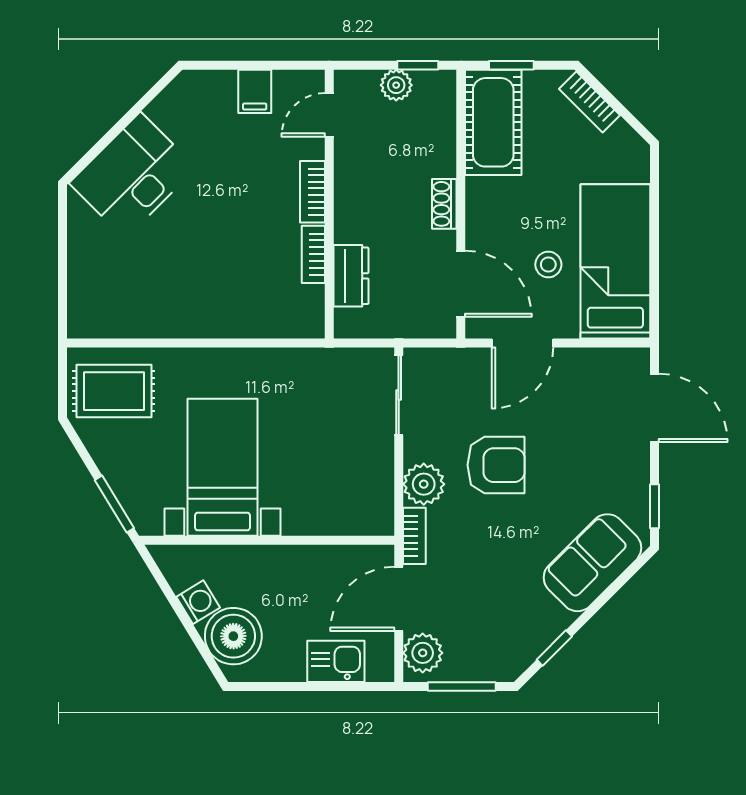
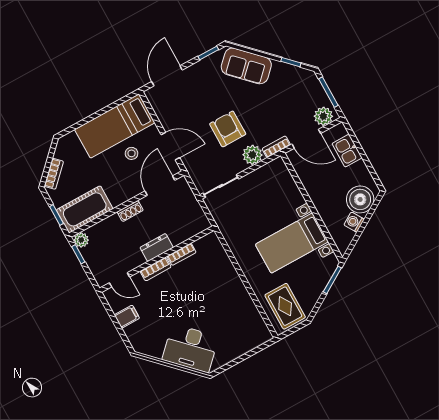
plant: (396, 85) -> (81, 240), moved
dresser: (351, 276) -> (157, 247), moved

